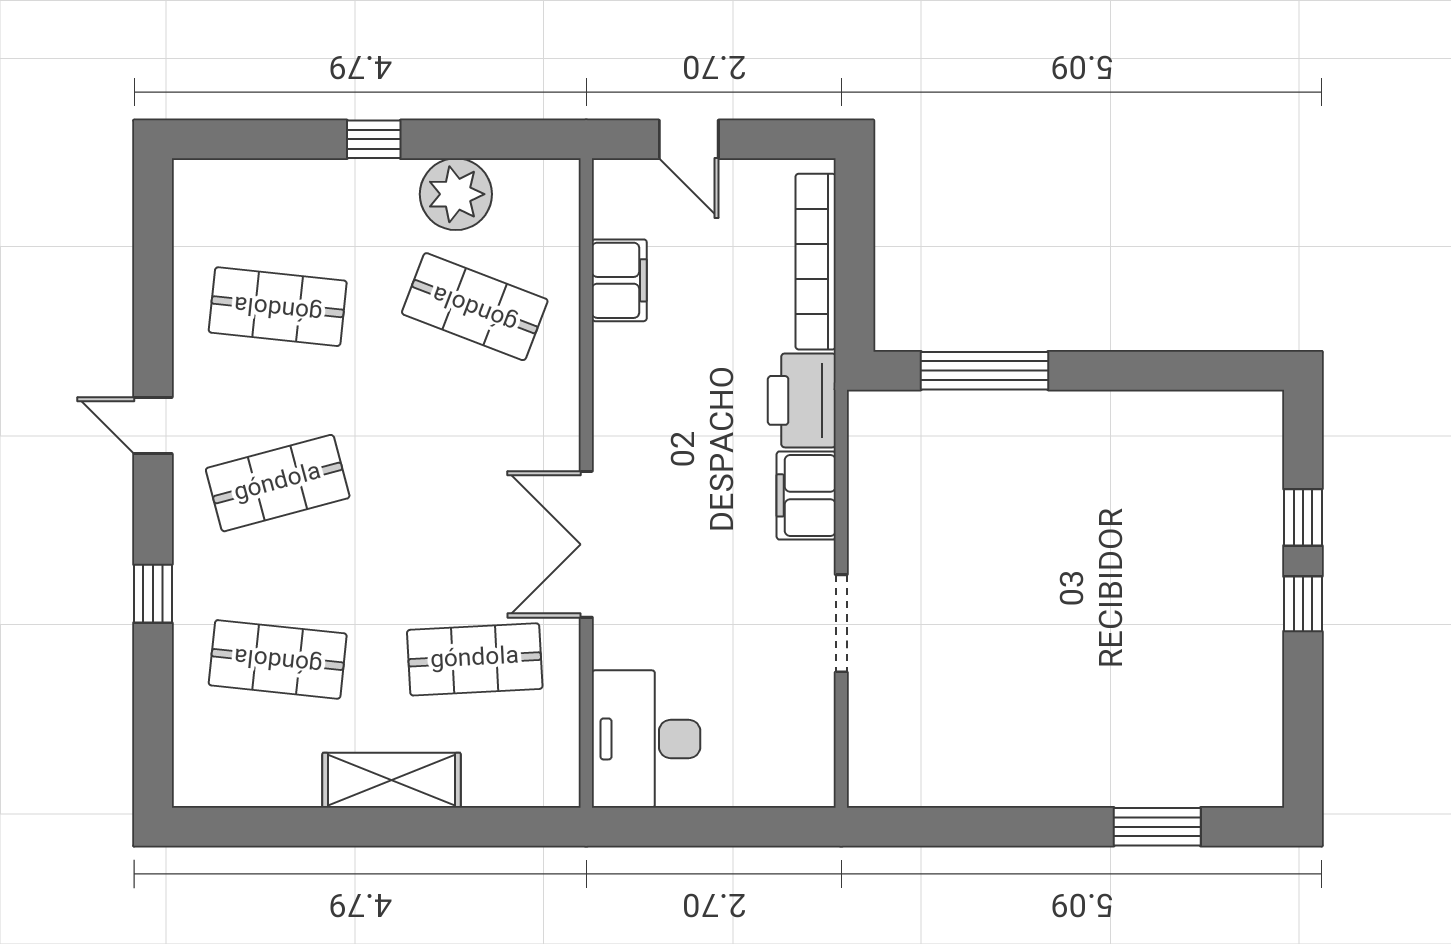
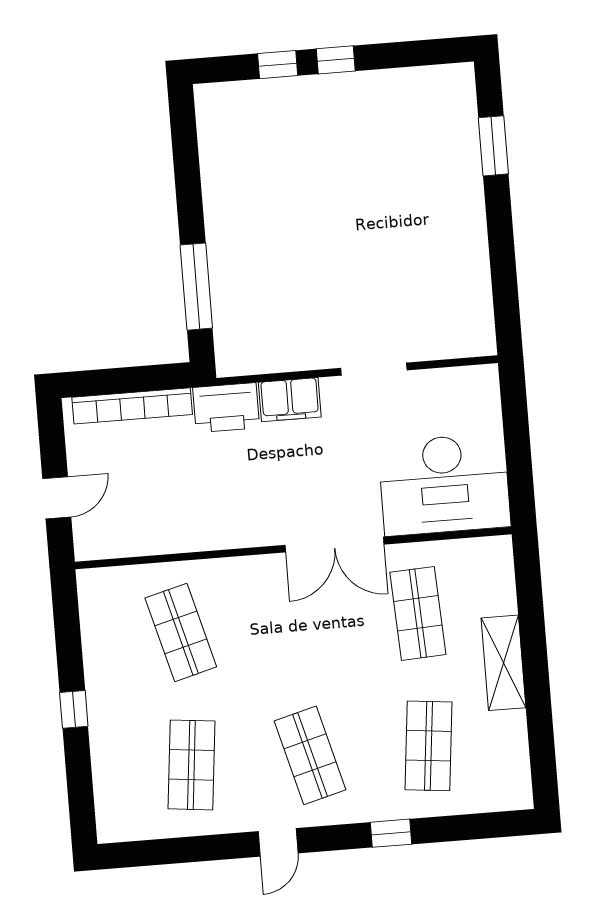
plant: (456, 194) -> (106, 651), removed
filing cabinet: (619, 280) -> (155, 537), removed
shop shelf: (475, 307) -> (181, 632), turned -36
desk: (646, 739) -> (444, 484), width x1.36, depth x1.30

